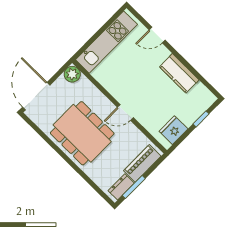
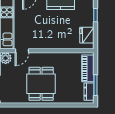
door: (125, 112) -> (22, 51), moved
dining table: (82, 133) -> (41, 84), width x0.73

